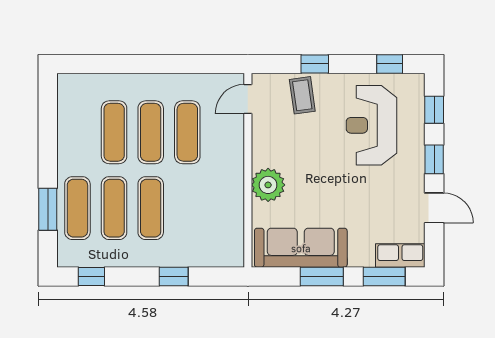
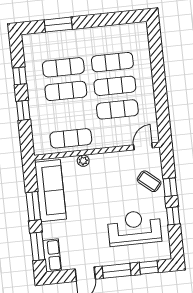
window: (390, 64) -> (173, 216), moved
coffee table: (302, 95) -> (149, 181), turned 48
door: (248, 99) -> (143, 146), hinge flipped
window: (434, 159) -> (117, 271), width x1.50
plant: (268, 185) -> (83, 161), width x0.53, depth x0.53
exercise mat: (77, 208) -> (71, 138), moved
window: (91, 276) -> (20, 76), moved

